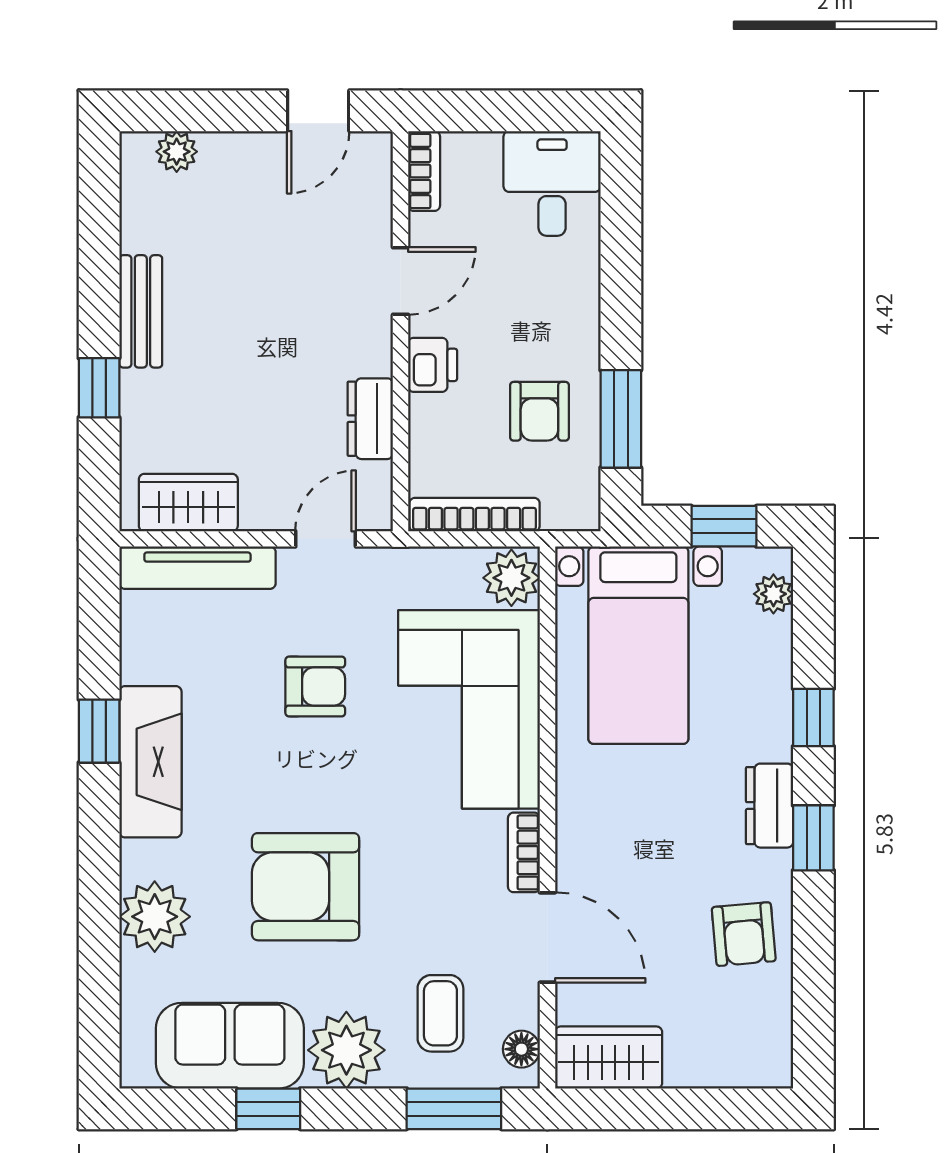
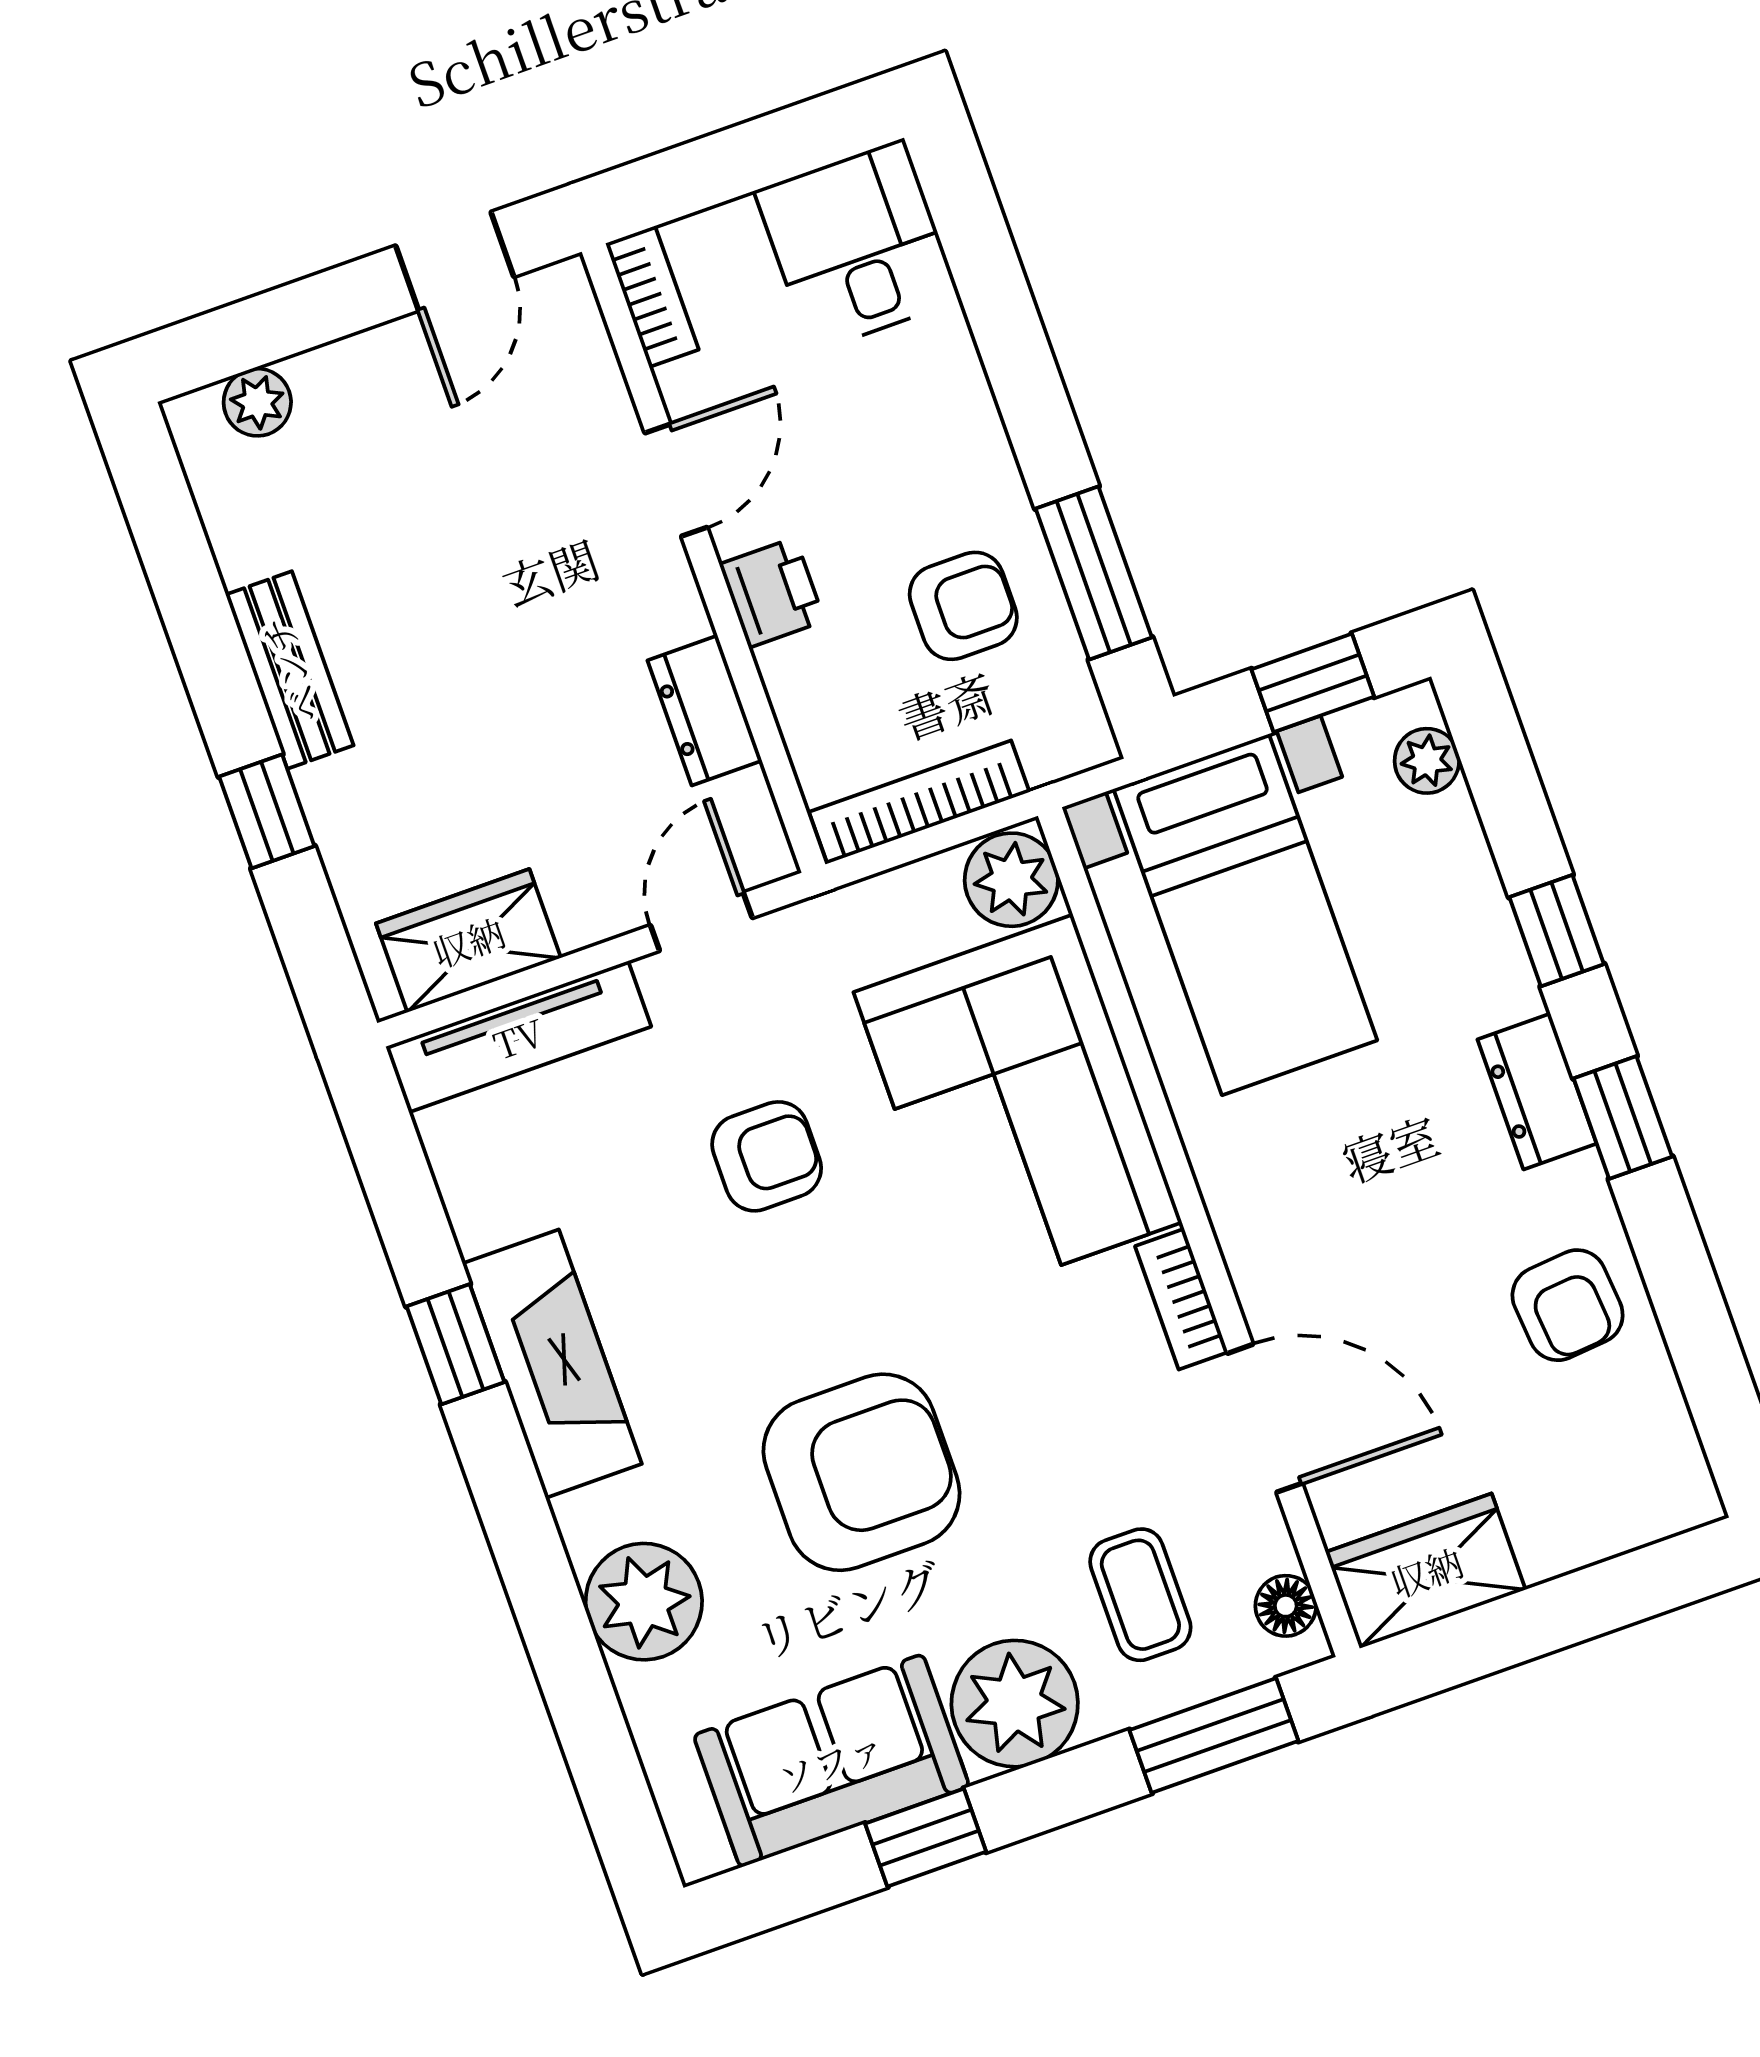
armchair: (539, 411) -> (963, 606), turned -90
armchair: (306, 887) -> (862, 1472), turned 180

